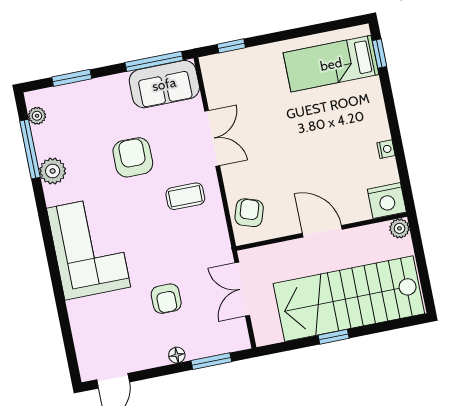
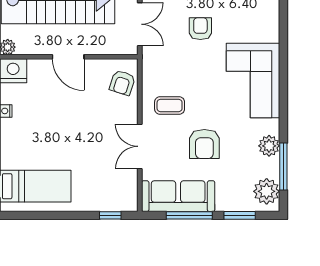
window: (154, 61) -> (189, 215), moved
sofa: (164, 84) -> (178, 196), width x1.36
plant: (37, 116) -> (267, 191), width x1.87, depth x1.87

